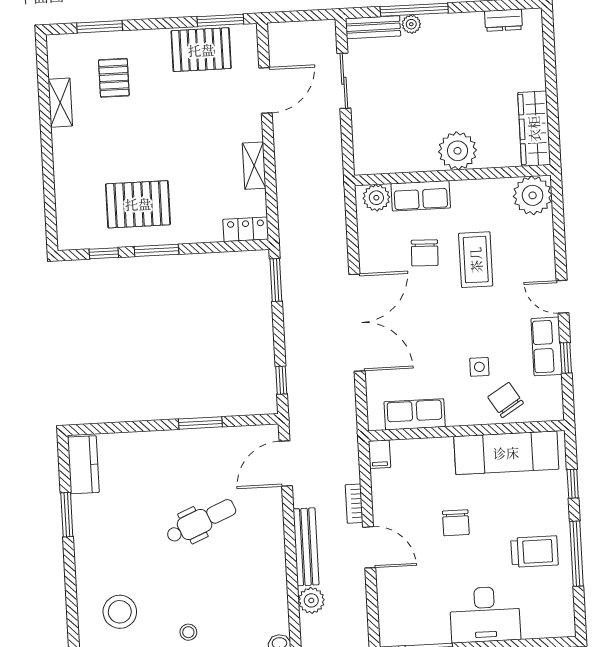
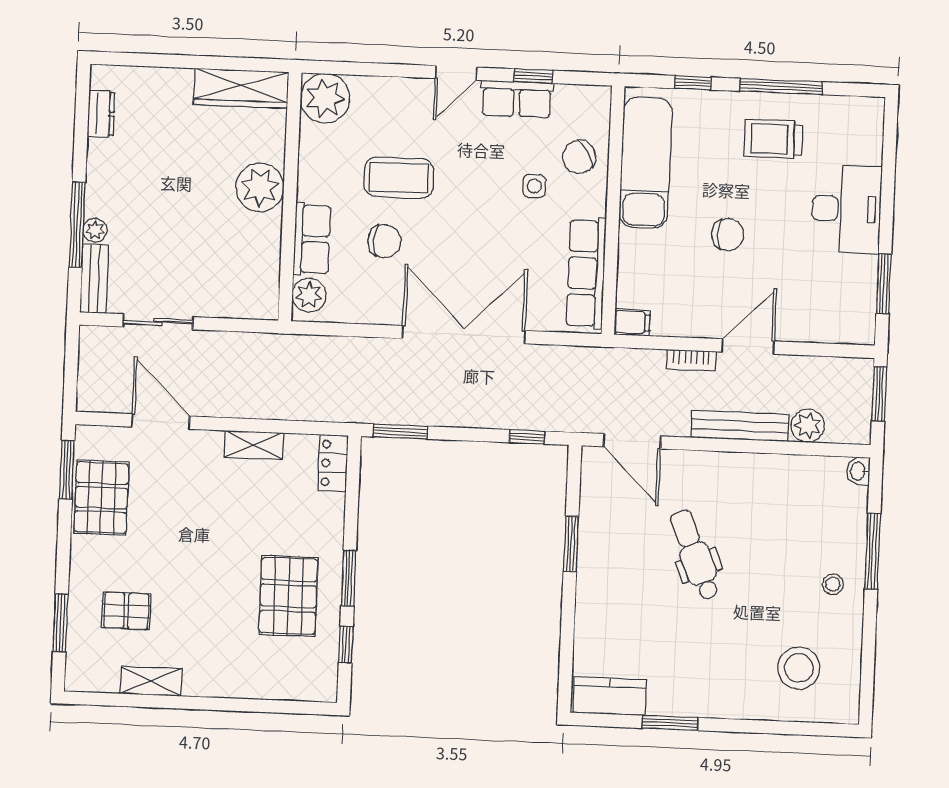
row of seats: (415, 414) -> (586, 273), width x1.48
trolley: (535, 552) -> (773, 139), turned -90

